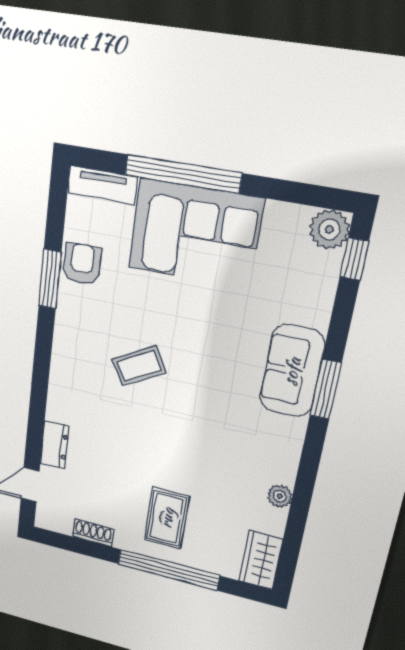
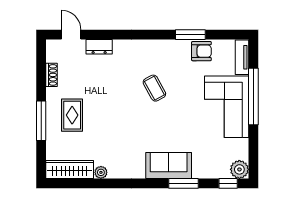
window: (326, 389) -> (184, 183), moved
rug: (167, 518) -> (72, 115), turned 90
wardrobe: (261, 560) -> (70, 170), width x1.50
window: (168, 570) -> (41, 121), width x0.68

